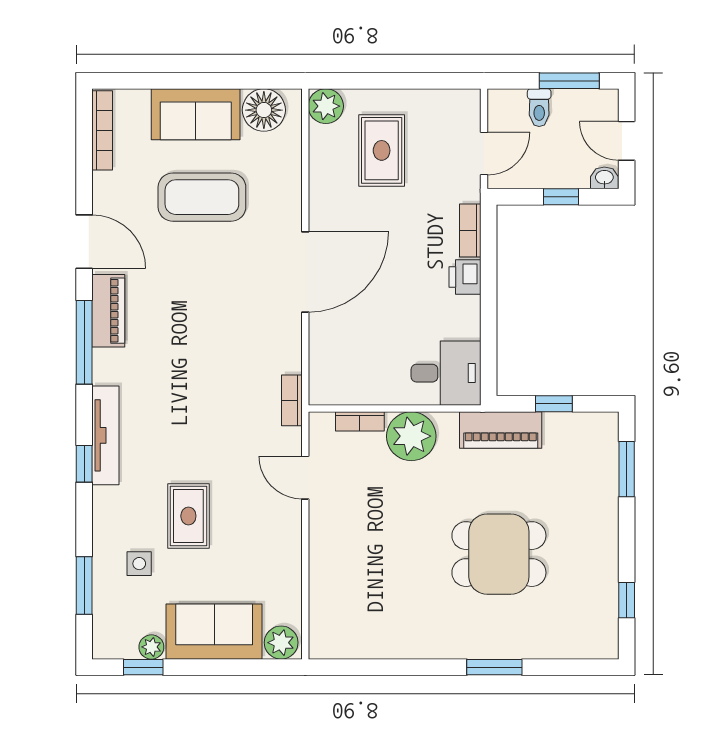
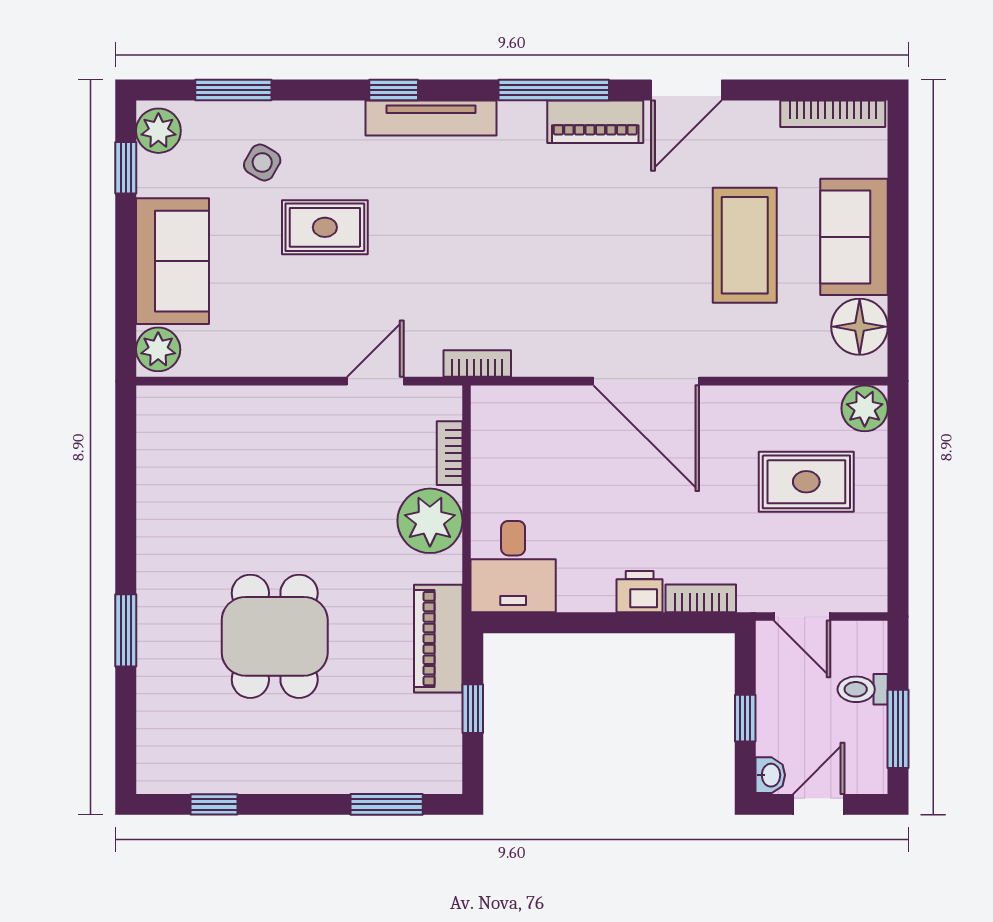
side table: (139, 564) -> (262, 162), turned 30
plant: (151, 647) -> (158, 131), moved, width x1.38, depth x1.38

